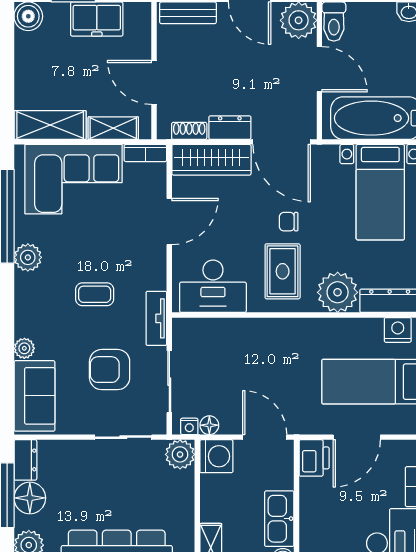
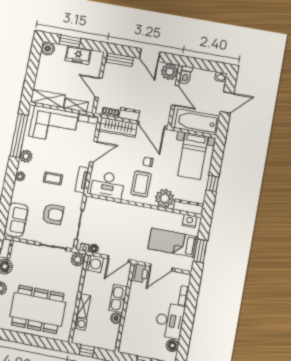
tv unit: (156, 318) -> (82, 180), moved
plant: (24, 348) -> (20, 176), moved
armchair: (110, 370) -> (53, 214), turned 180
door: (265, 437) -> (118, 259), swing flipped

